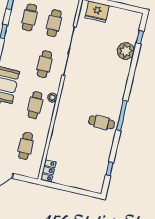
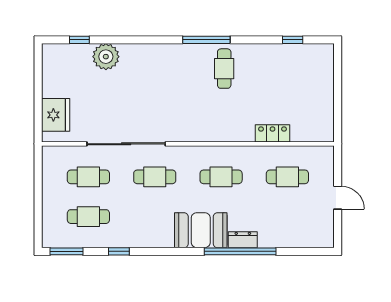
plant: (52, 98) -> (203, 153), removed
locker: (48, 171) -> (272, 133), moved

